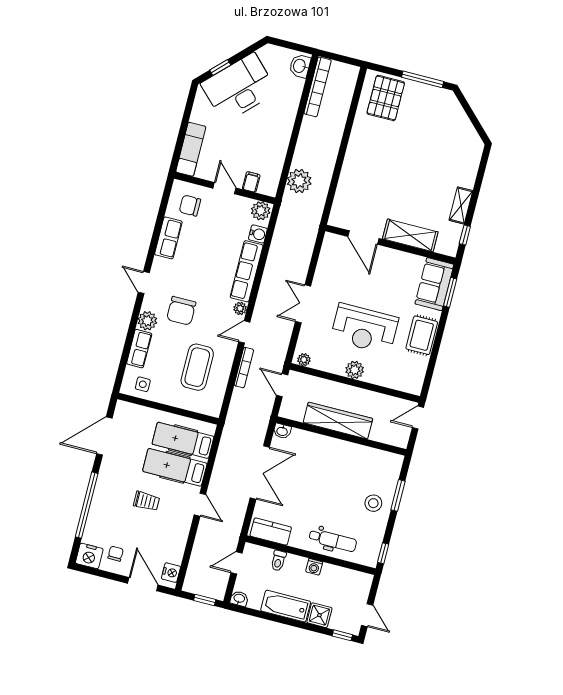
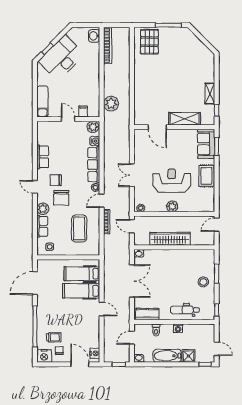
chair: (190, 206) -> (56, 180), moved
reception desk: (364, 329) -> (172, 181), turned 180
trolley: (146, 501) -> (54, 337), moved
dental chair: (333, 540) -> (185, 310), turned 180

